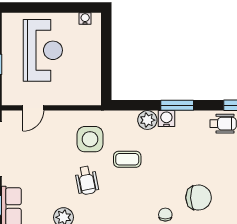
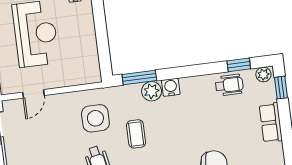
window: (177, 105) -> (139, 78), moved
coffee table: (127, 159) -> (136, 134), turned 90

